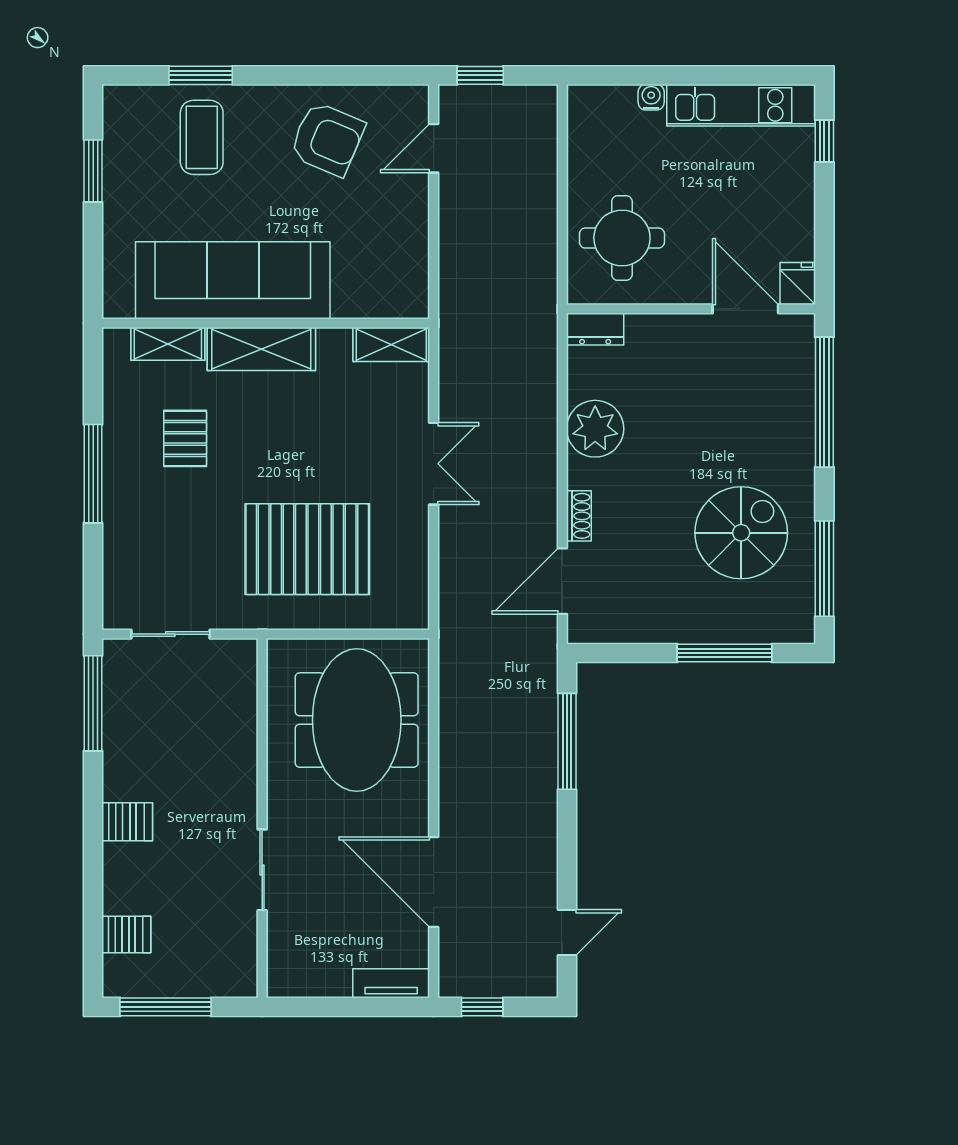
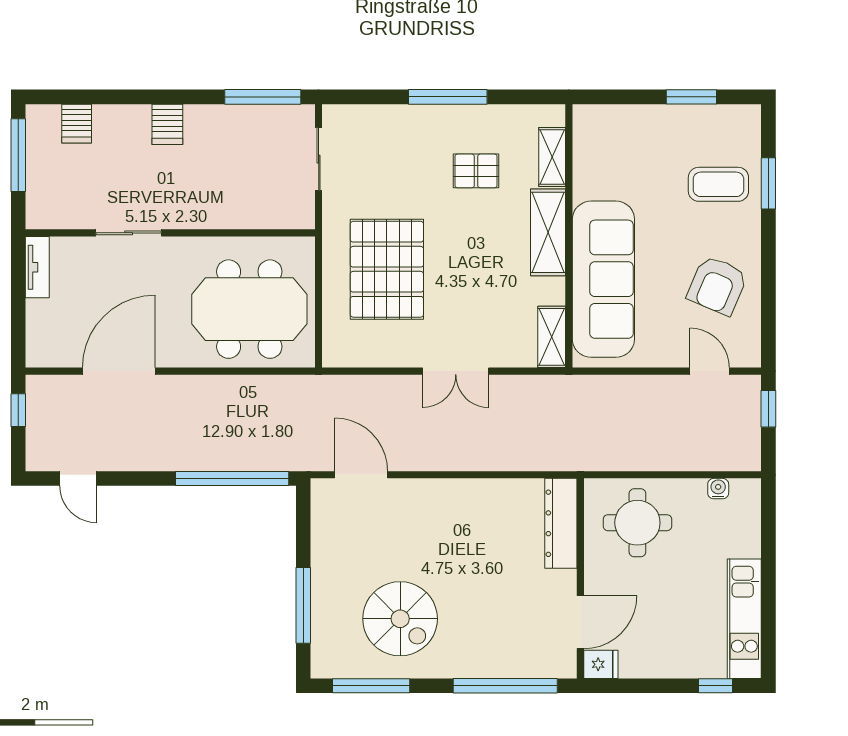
water cooler: (651, 97) -> (718, 489), moved, turned -90
sofa: (233, 280) -> (603, 279), moved
dresser: (595, 329) -> (561, 523), width x1.96, depth x1.24
plant: (595, 429) -> (484, 501), removed
shoe rack: (579, 516) -> (414, 488), removed
window: (567, 741) -> (232, 478), width x1.46
tv unit: (391, 983) -> (37, 267), moved

